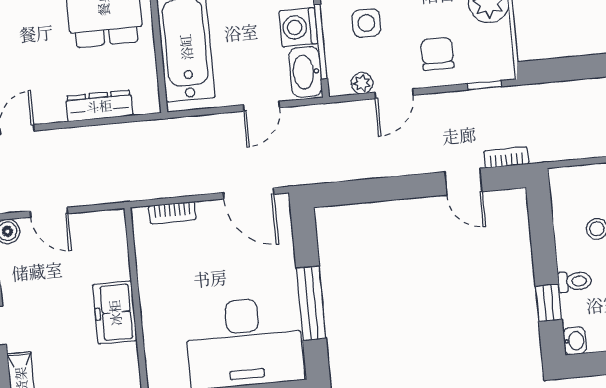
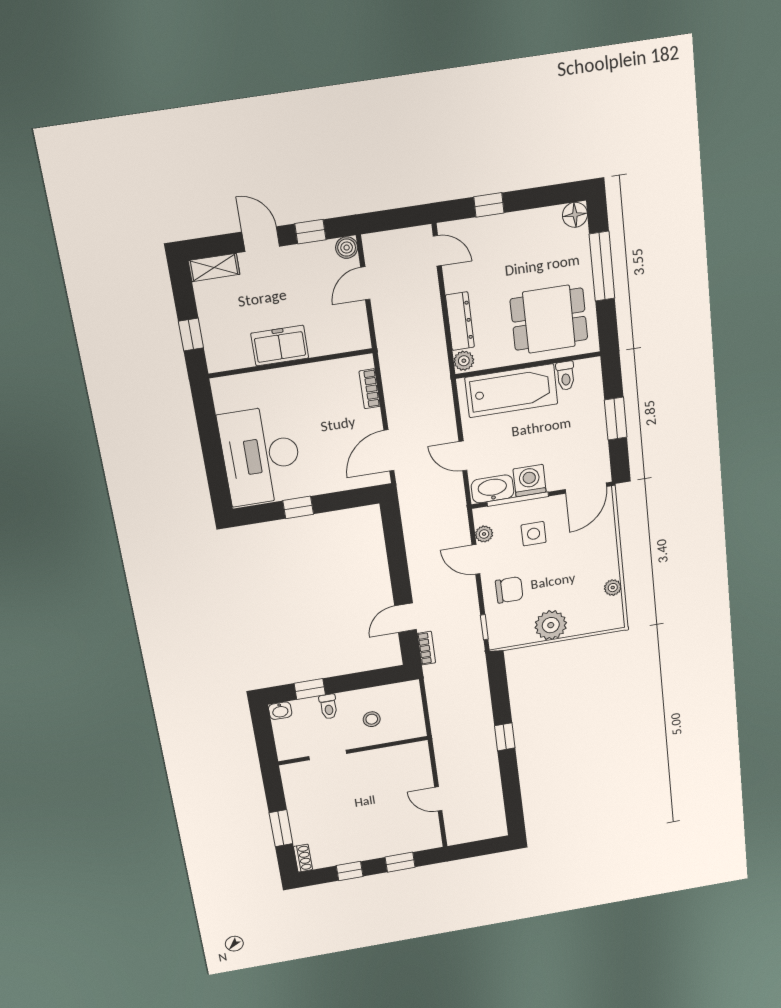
plant: (146, 102) -> (464, 361), added
window: (311, 303) -> (298, 507), width x0.46

